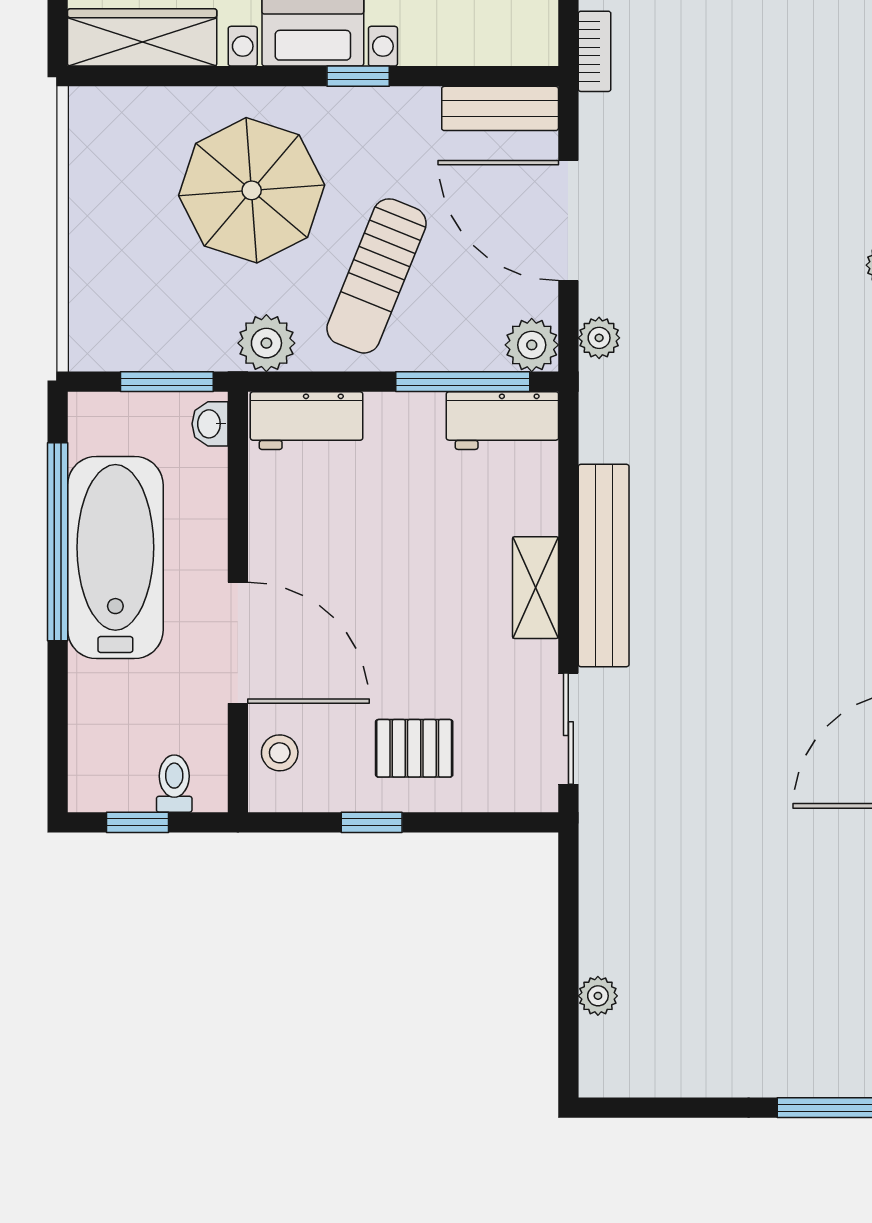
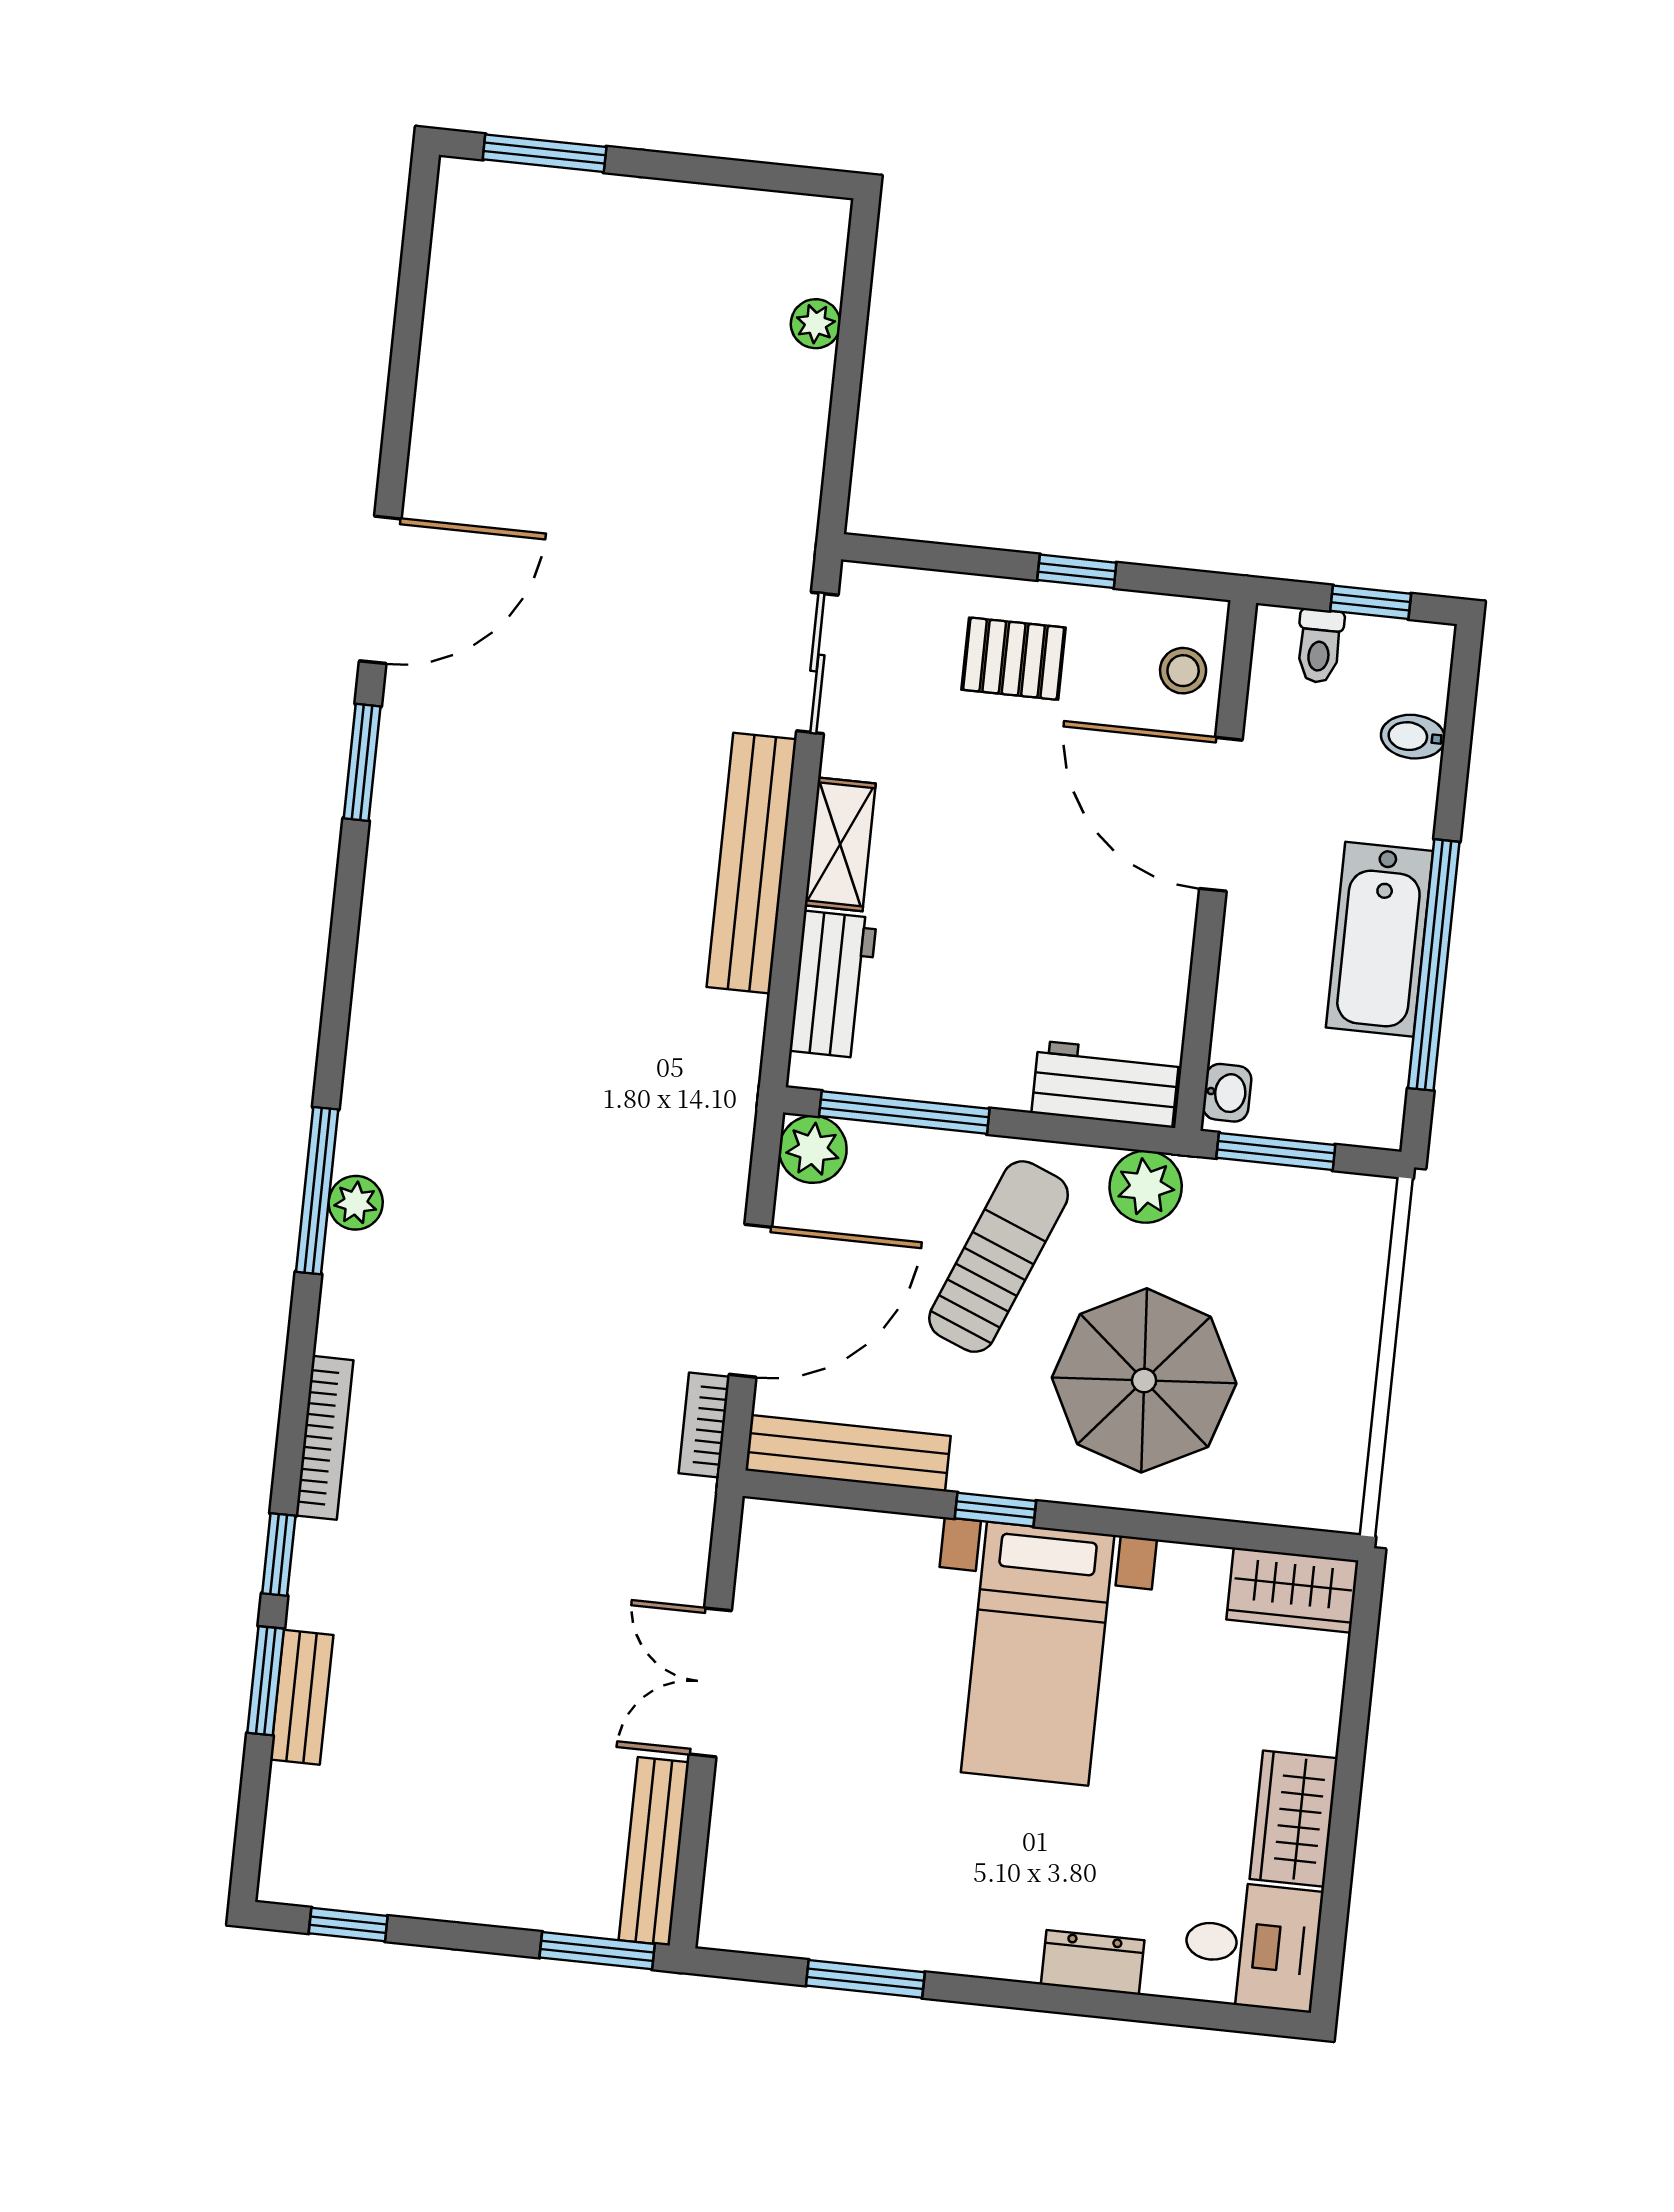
wardrobe: (142, 37) -> (1292, 1590), width x0.67
bookcase: (595, 51) -> (704, 1425), moved
bench: (500, 108) -> (848, 1453), width x1.36
door: (568, 221) -> (750, 1301), hinge flipped
plant: (599, 338) -> (727, 1149), removed
workbench: (502, 421) -> (833, 984), moved, turned 90
bathtub: (115, 558) -> (1379, 939), width x0.73, depth x0.73
bidet: (93, 720) -> (1413, 737), added

